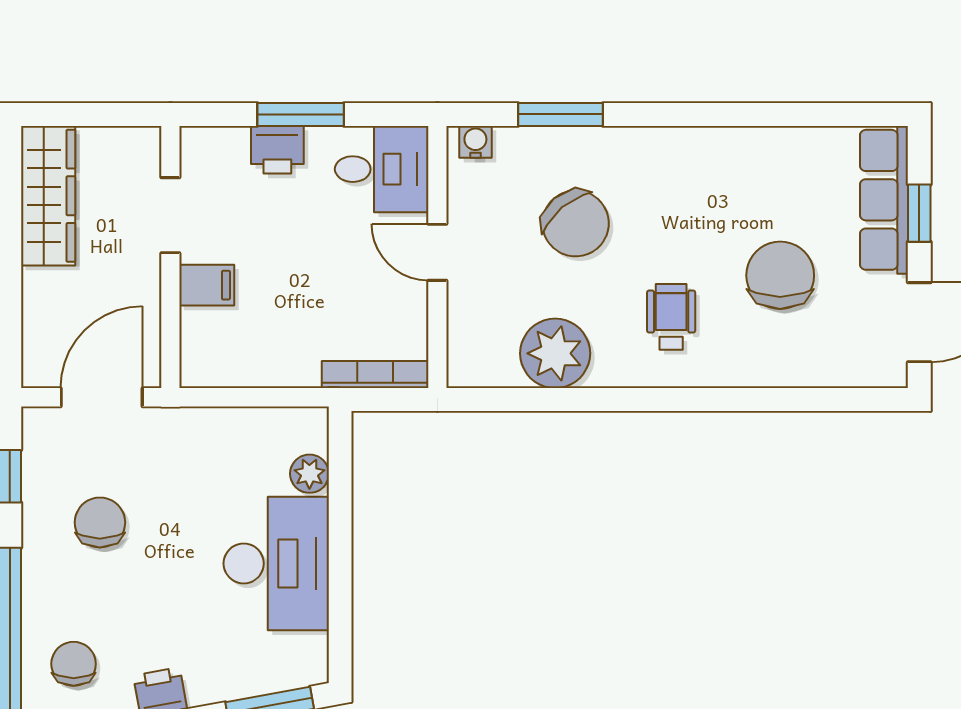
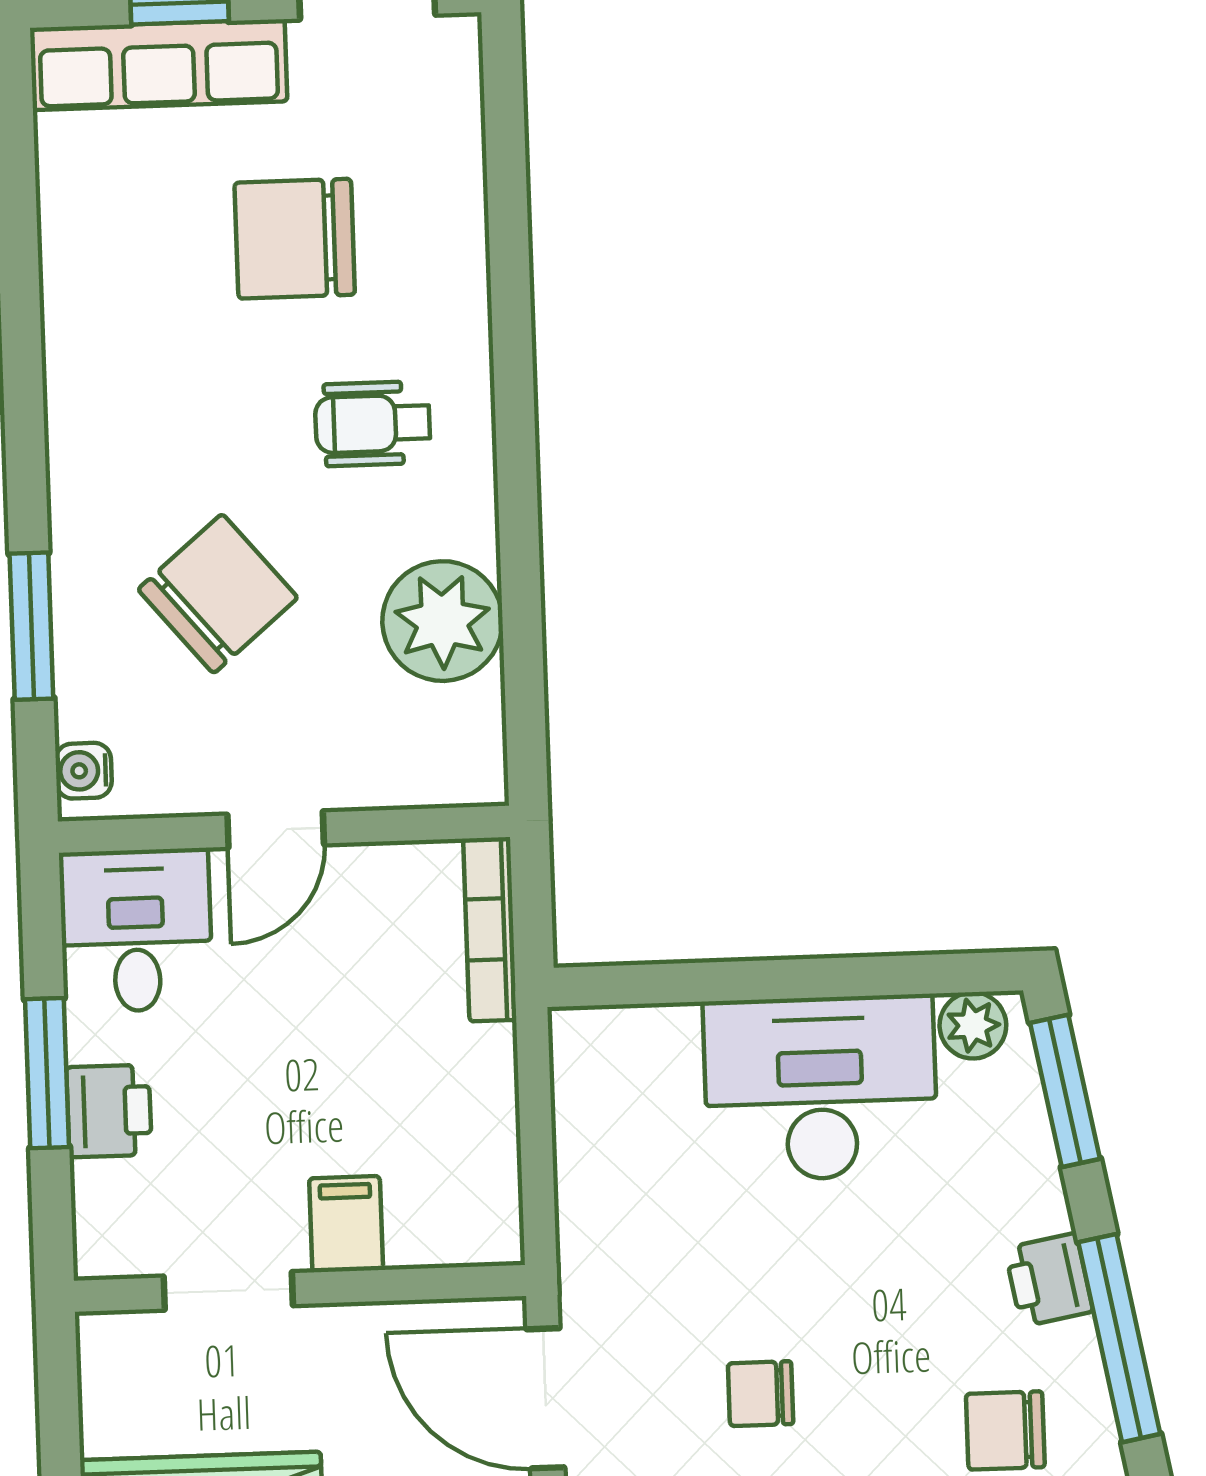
plant: (309, 474) -> (973, 1025), moved
chair: (100, 522) -> (761, 1394), width x0.73, depth x0.73

